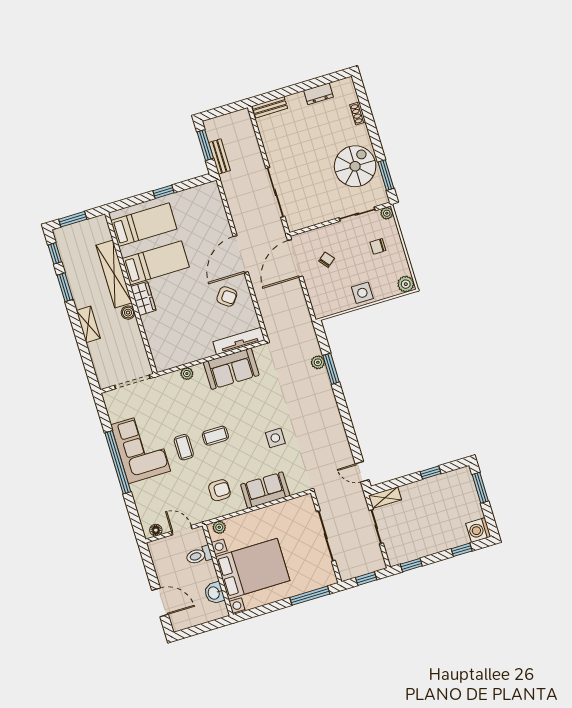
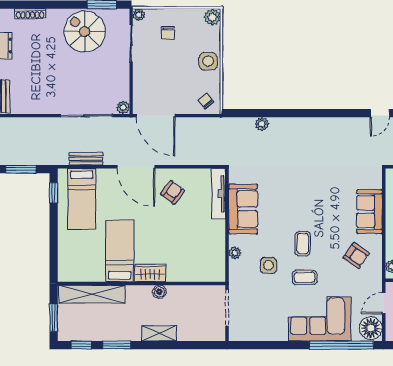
shoe rack: (358, 113) -> (30, 14), width x1.43
bench: (220, 157) -> (86, 159), moved
window: (163, 192) -> (54, 193), moved
bed: (144, 225) -> (82, 199), moved, turned 180
plant: (294, 225) -> (123, 107), added
chair: (327, 260) -> (206, 101), moved
shelving: (114, 274) -> (92, 294), moved
window: (331, 369) -> (272, 113), removed
side table: (275, 438) -> (268, 265), moved
corner sofa: (141, 448) -> (320, 319), moved
window: (118, 462) -> (341, 345), moved
armchair: (219, 490) -> (356, 256), turned 125
floor lamp: (156, 530) -> (371, 328), width x1.89, depth x1.89

